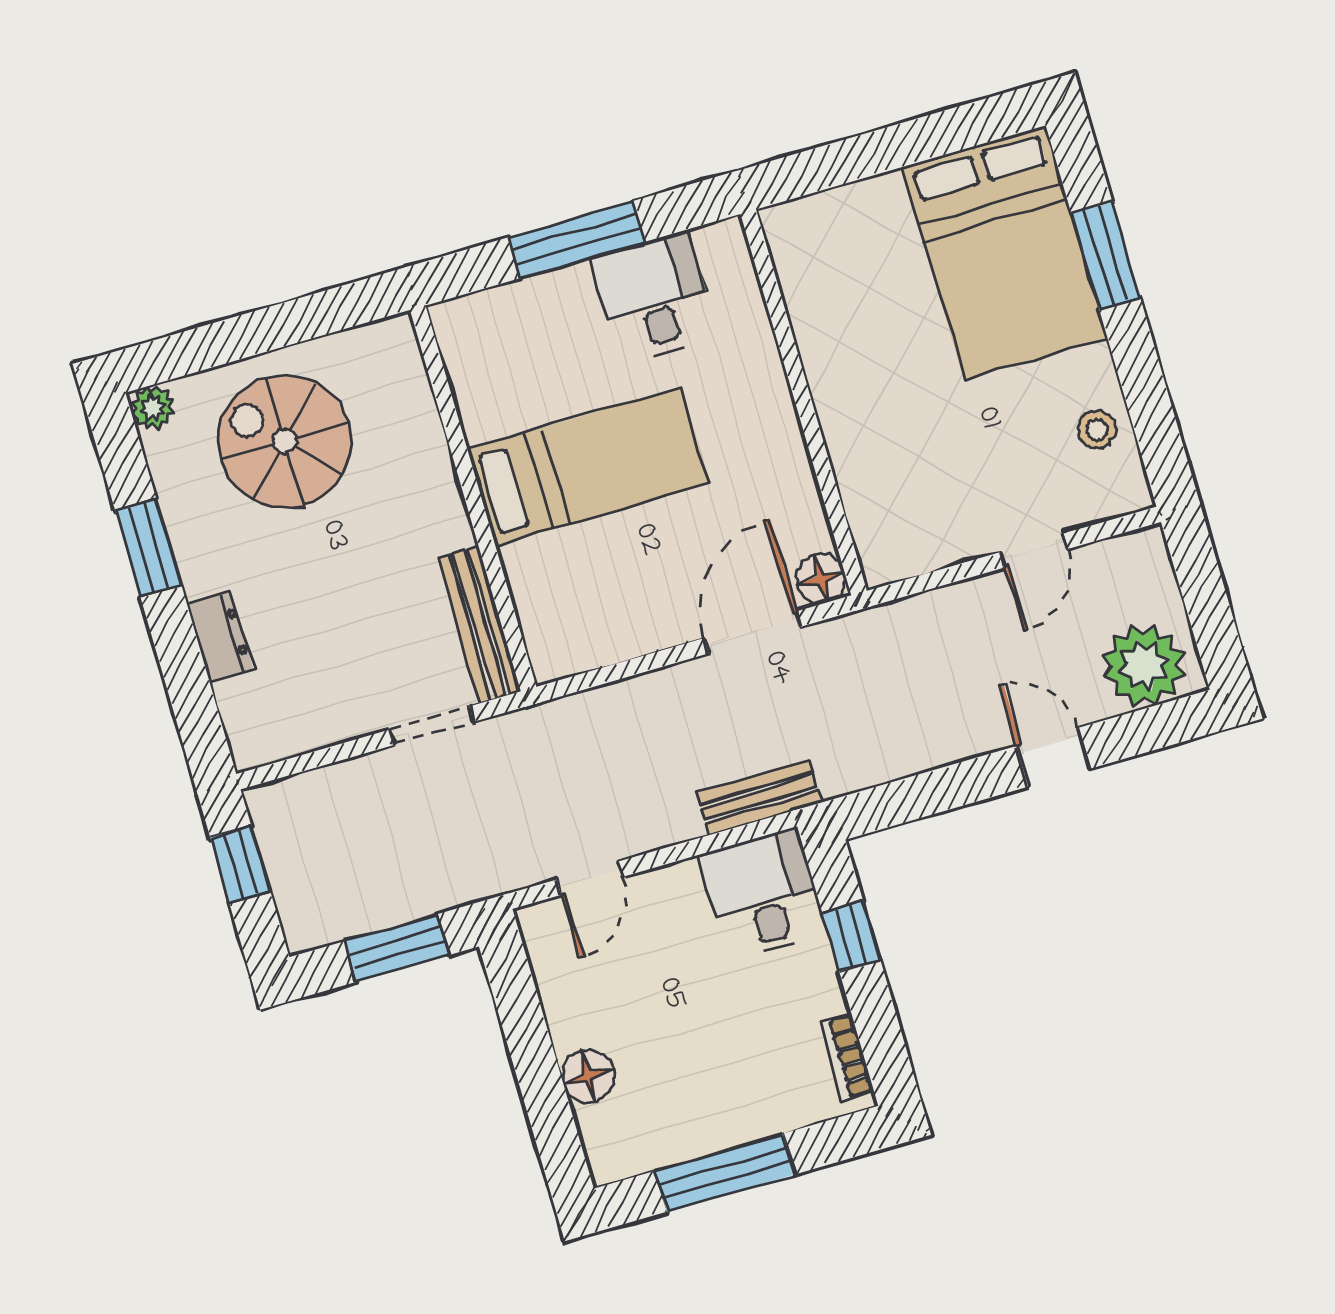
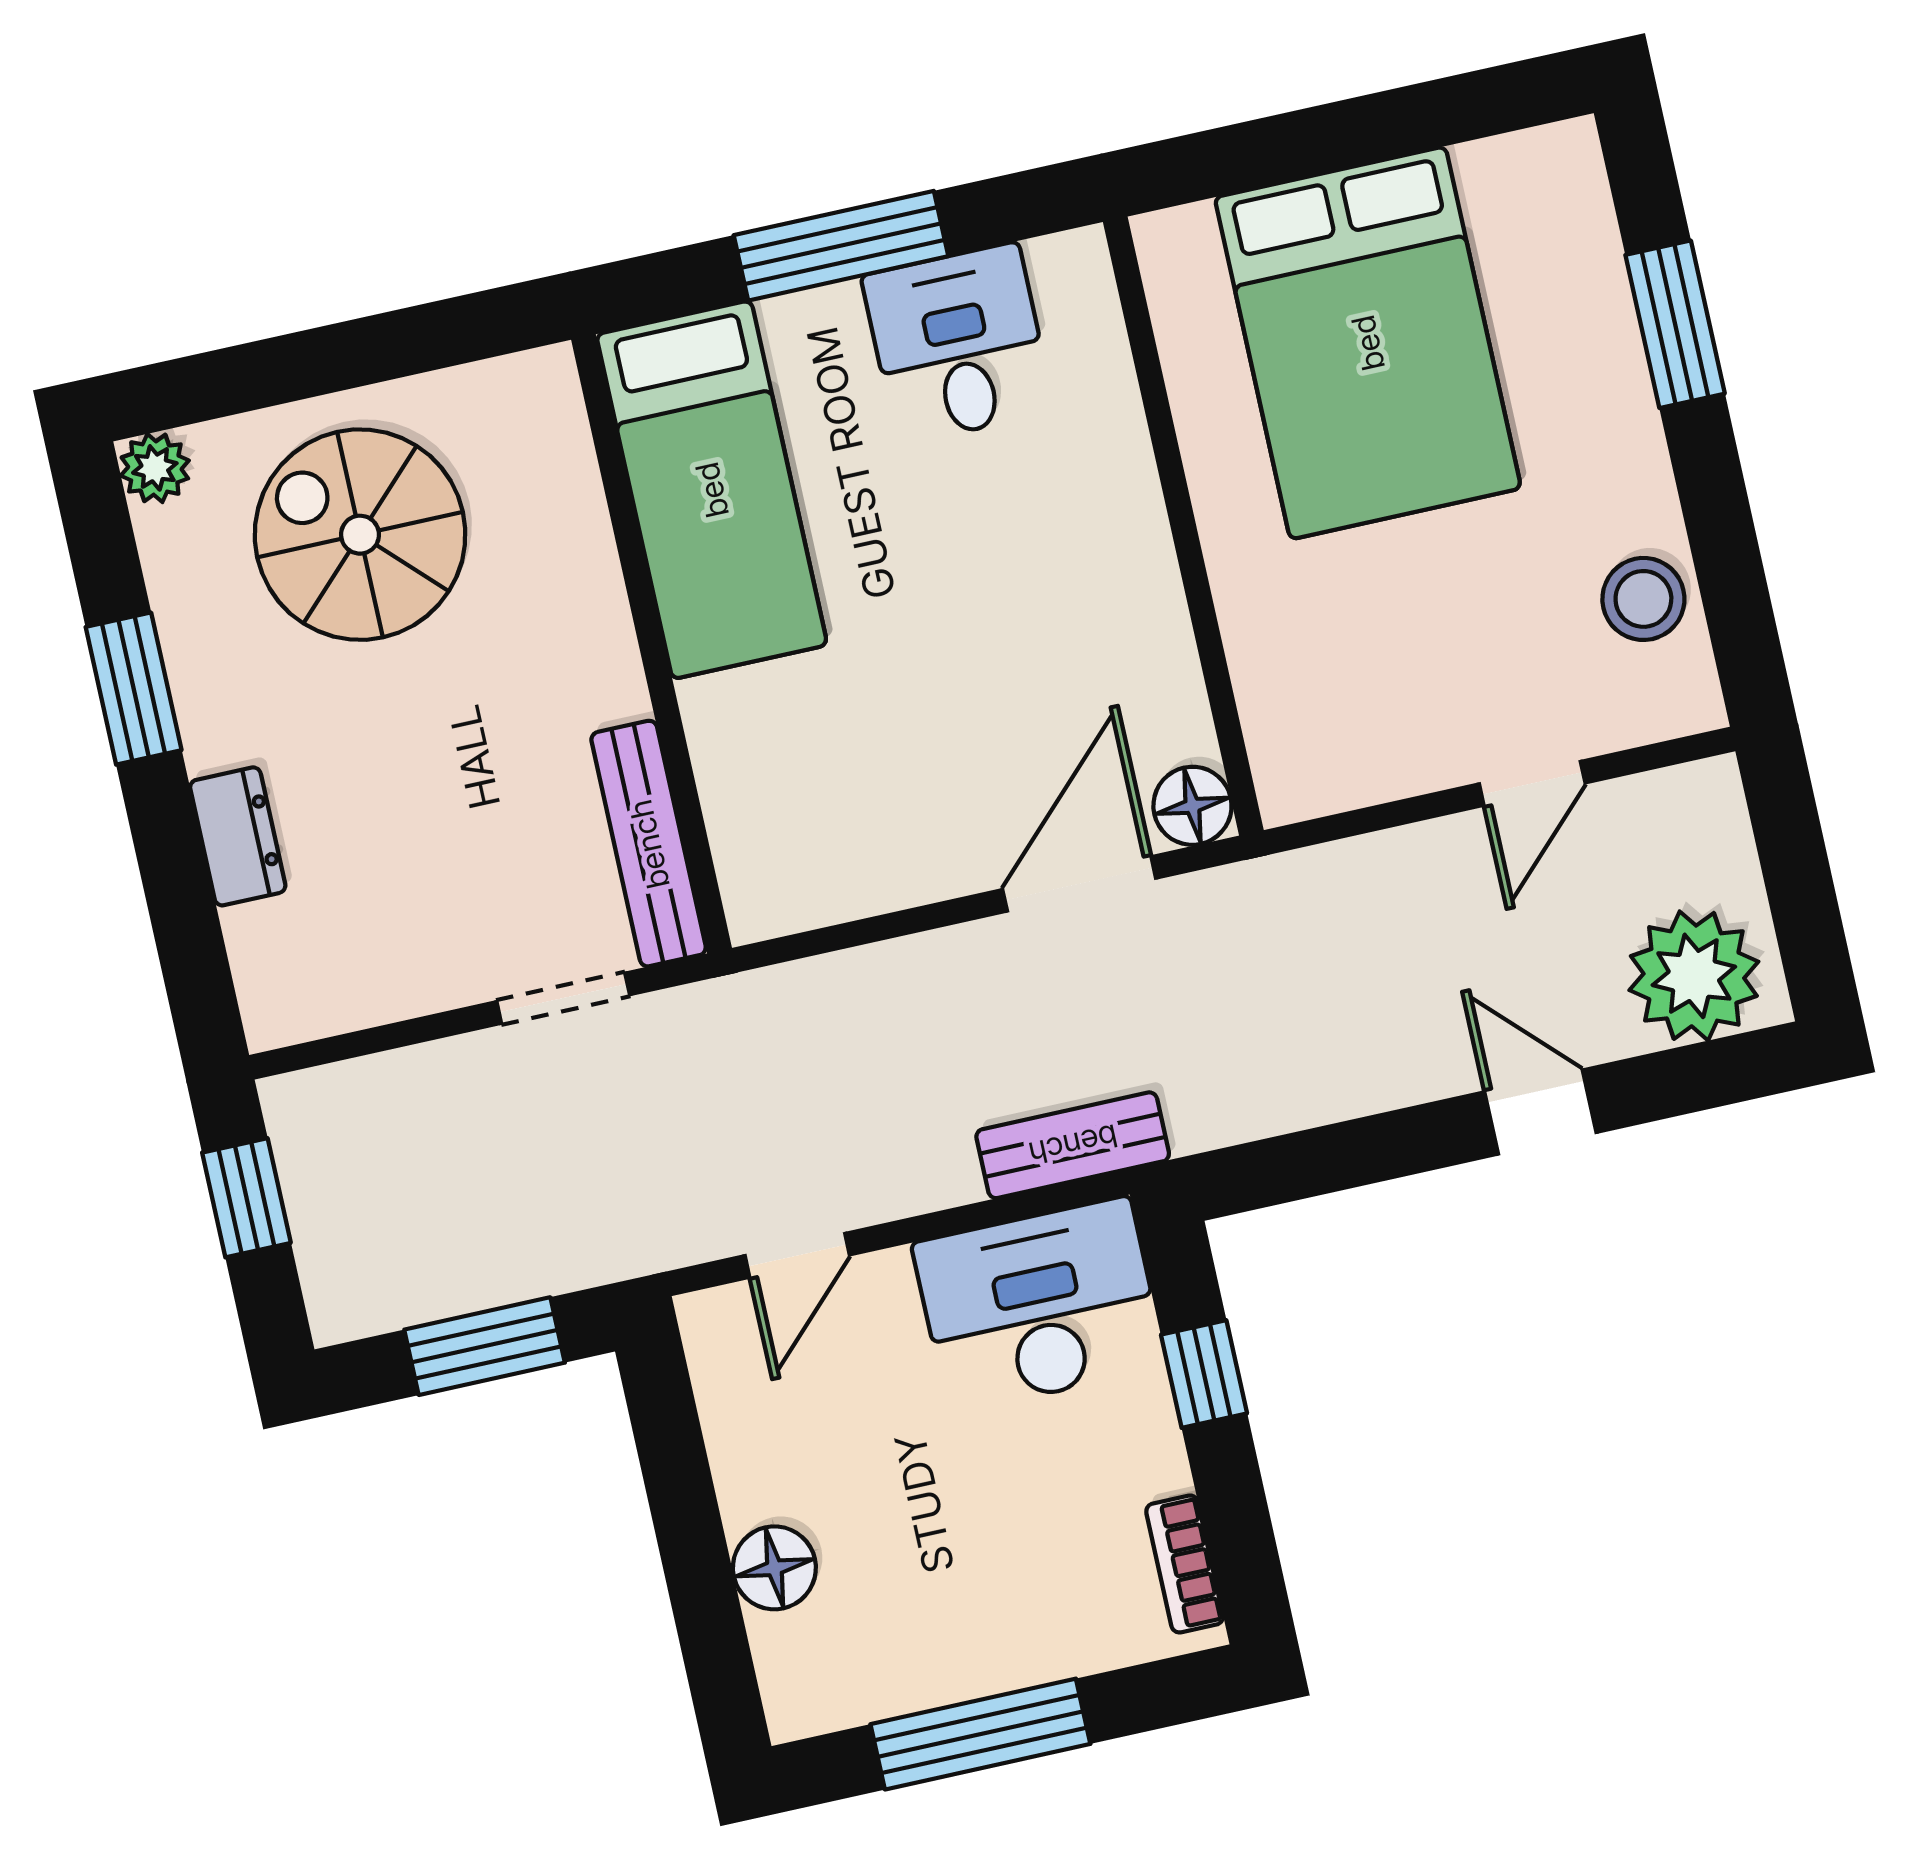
bed: (1005, 253) -> (1368, 343), moved
stool: (1097, 430) -> (1643, 599), width x1.37, depth x1.37
bed: (588, 466) -> (712, 490), moved, turned 90
desk: (763, 894) -> (1039, 1305), width x1.37

